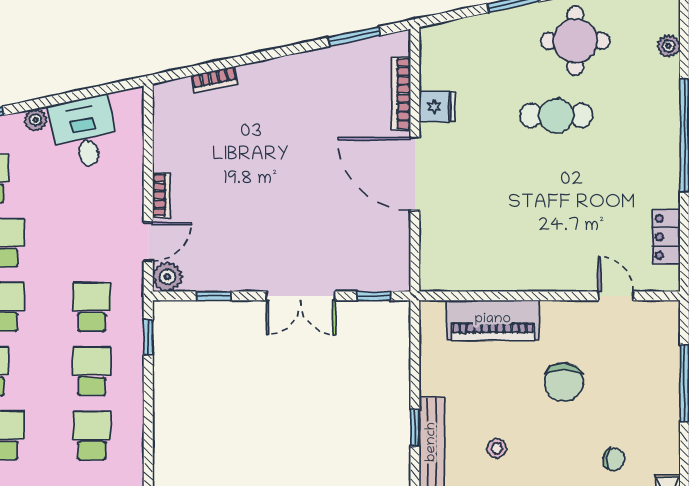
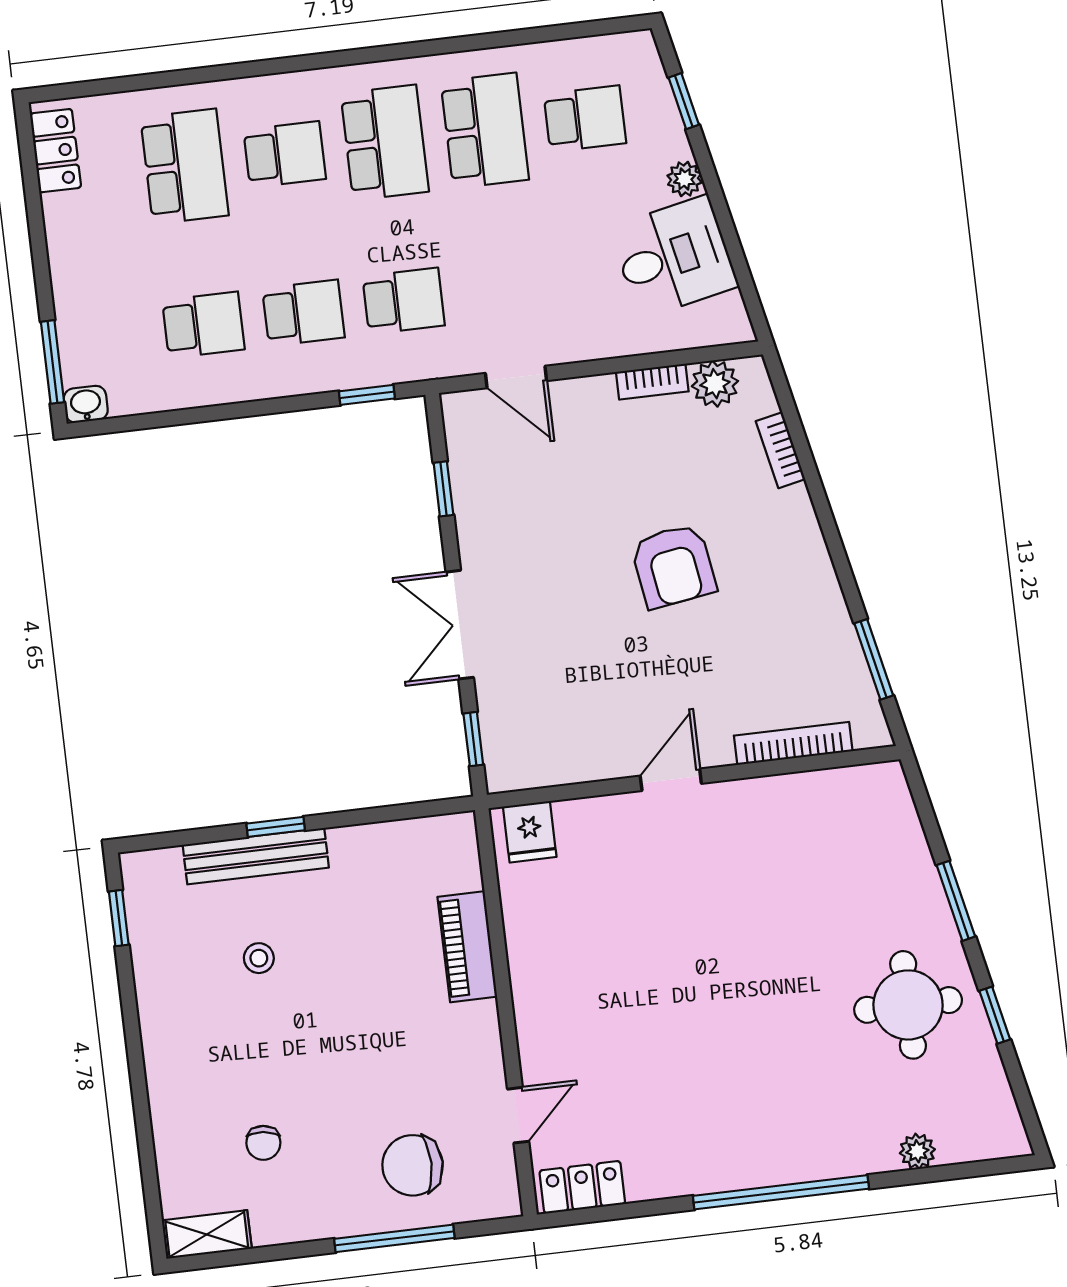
fridge: (437, 107) -> (530, 832), moved
cafe table: (556, 116) -> (788, 989), removed
armchair: (280, 156) -> (673, 566), added
door: (415, 174) -> (671, 780), width x0.53
bookcase: (161, 195) -> (652, 382), moved
locker: (666, 237) -> (582, 1187), moved
plant: (167, 277) -> (715, 384), moved
piano: (493, 320) -> (467, 947), width x0.73, depth x0.75
chair: (564, 382) -> (413, 1165), moved

